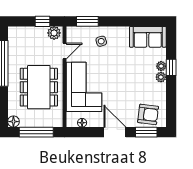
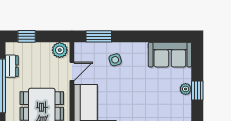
window: (43, 21) -> (27, 36), moved
dresser: (13, 47) -> (12, 66), added
plant: (161, 77) -> (185, 102), removed

